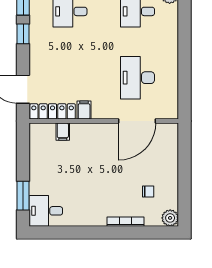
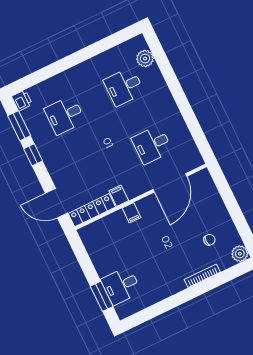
desk: (138, 78) -> (152, 145), width x0.73
filing cabinet: (63, 132) -> (131, 213), moved
desk: (46, 211) -> (121, 286), moved

